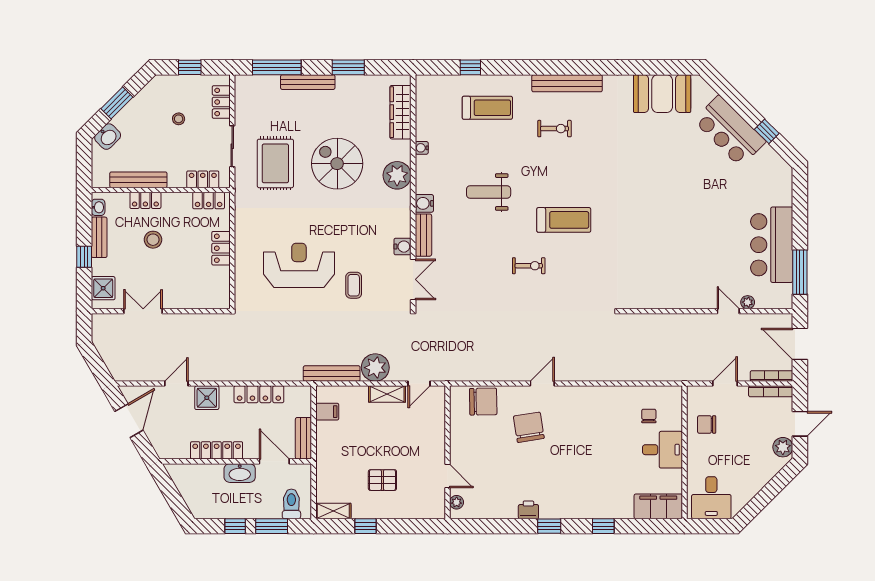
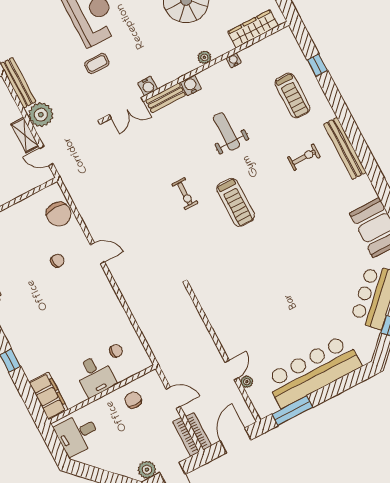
exercise bike: (555, 129) -> (304, 157), turned -90
plant: (397, 175) -> (204, 57), width x0.53, depth x0.53
bar counter: (772, 245) -> (313, 371), width x1.36
chair: (529, 427) -> (57, 261), width x0.54, depth x0.54

